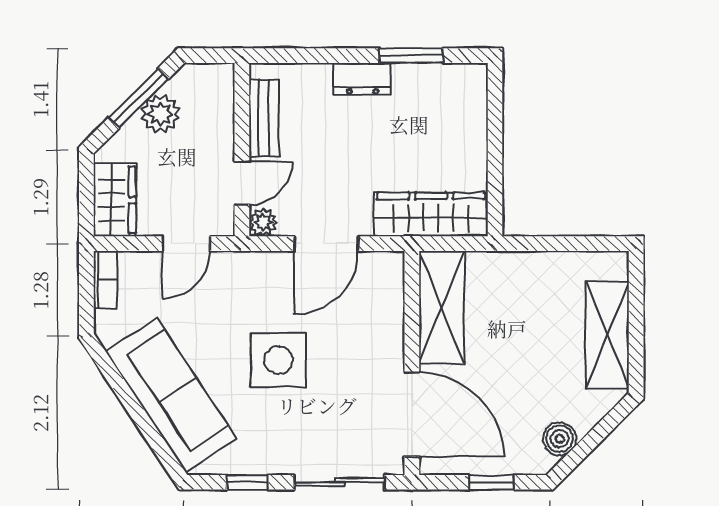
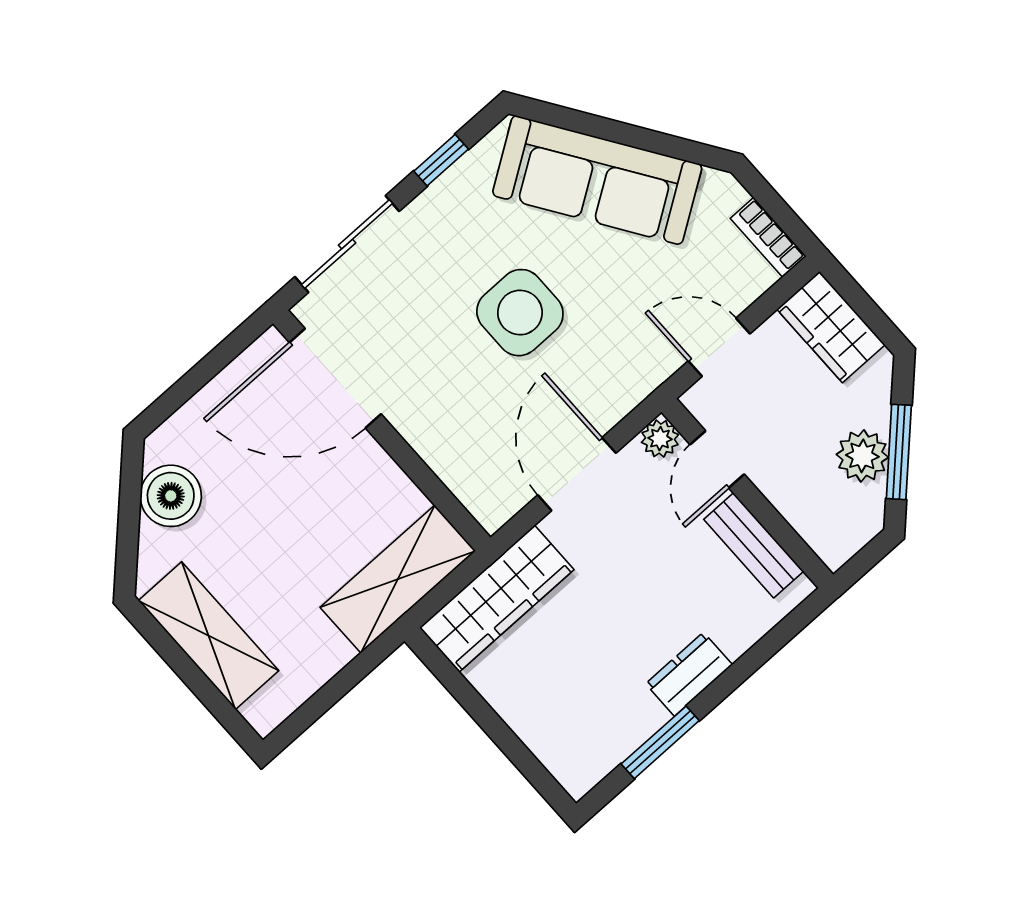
door: (186, 244) -> (719, 347), hinge flipped
shelving: (442, 307) -> (398, 579), moved, turned 90
boiler: (560, 439) -> (171, 496), width x1.36, depth x1.36
window: (492, 482) -> (193, 381), removed

